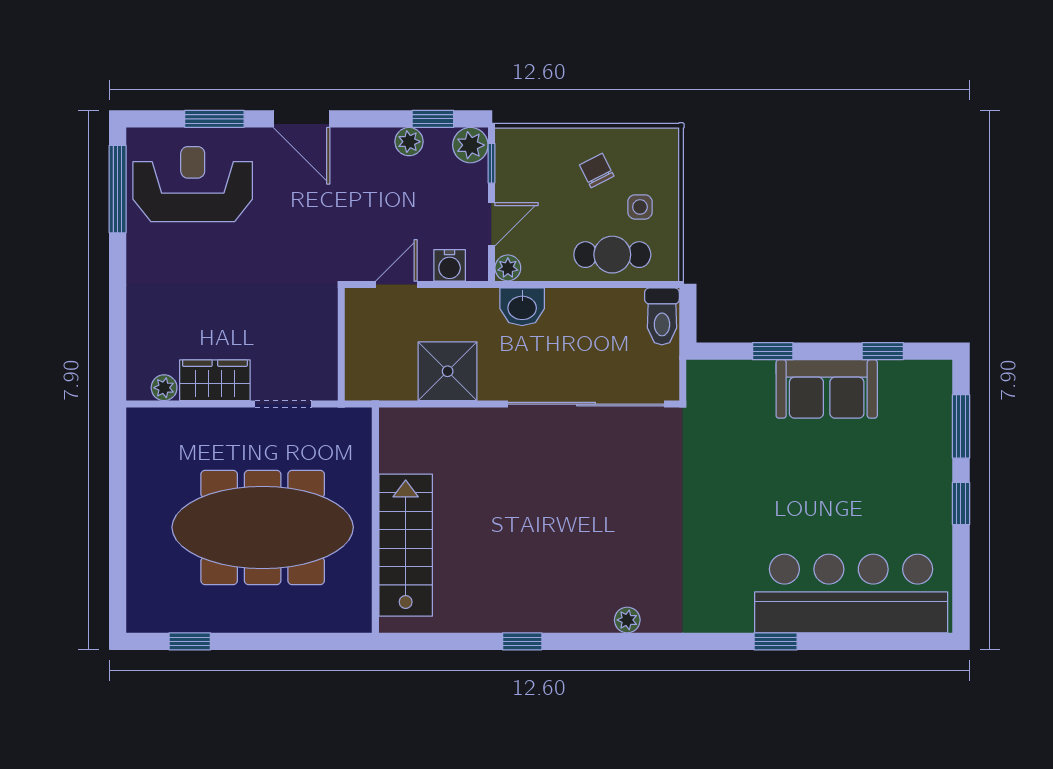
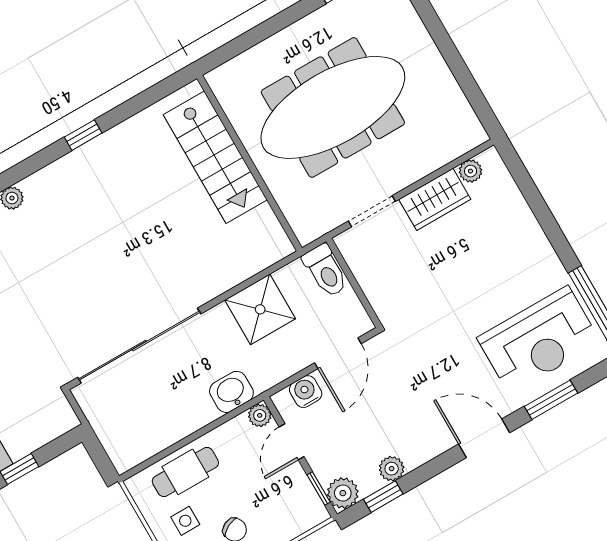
door: (396, 285) -> (338, 353), width x1.38
toilet: (662, 316) -> (325, 271), moved, turned 180

